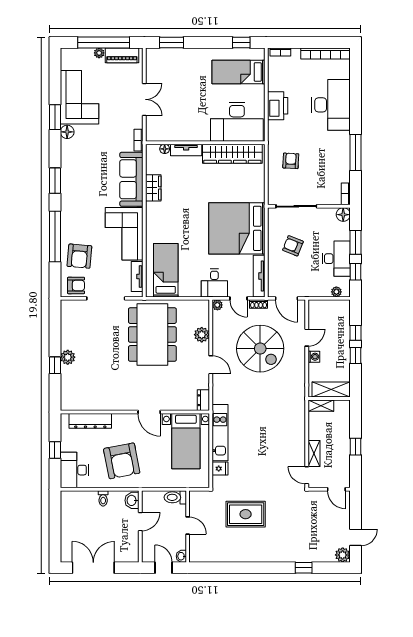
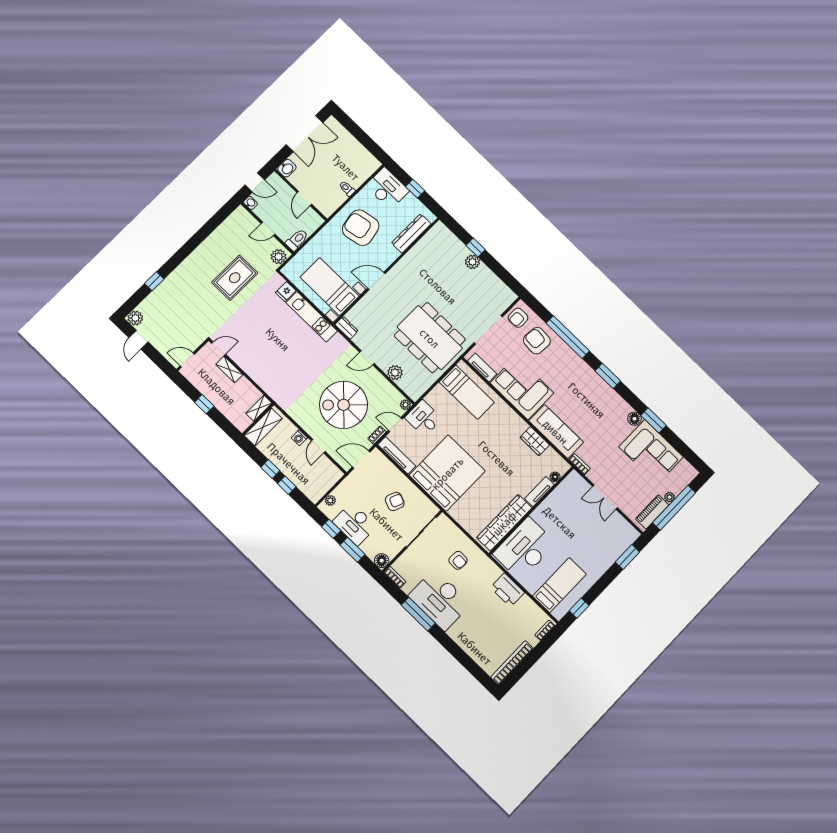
desk: (331, 105) -> (440, 600), moved
plant: (200, 498) -> (279, 257), added
washbasin: (132, 500) -> (287, 168), moved, turned 90

